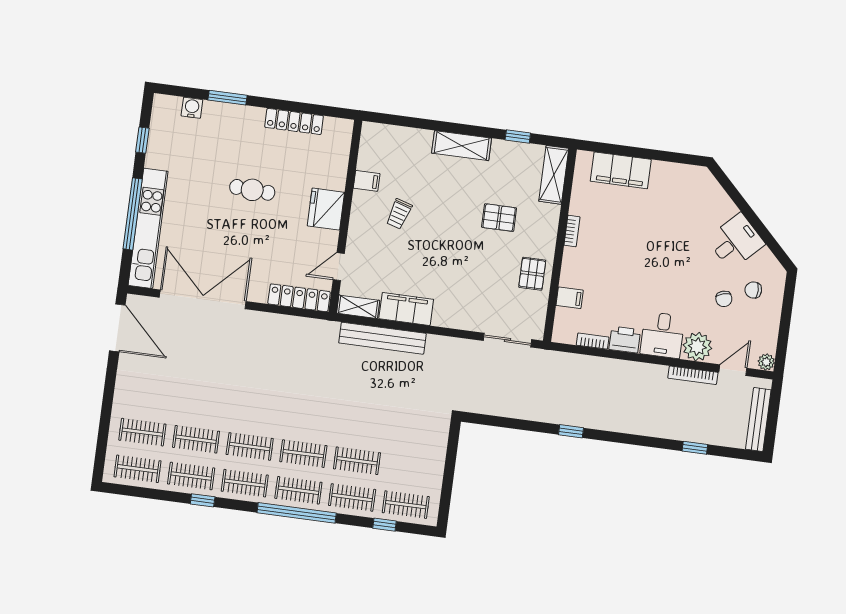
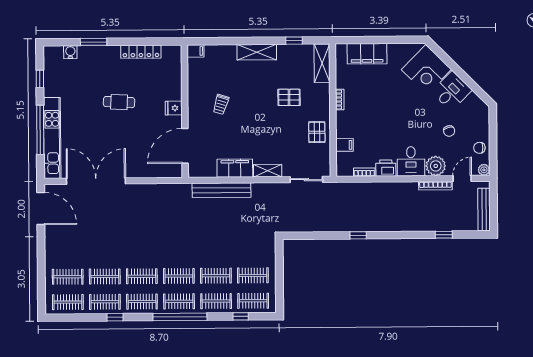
filing cabinet: (367, 181) -> (195, 51), moved
corner desk: (703, 205) -> (426, 69), added
fridge: (326, 209) -> (174, 108), width x0.53, depth x0.75
door: (339, 267) -> (185, 146), width x1.87
chair: (753, 290) -> (479, 148), moved
locker: (299, 298) -> (161, 171), removed
shelving: (358, 307) -> (268, 171), moved
clothes rail: (411, 468) -> (253, 275), added

